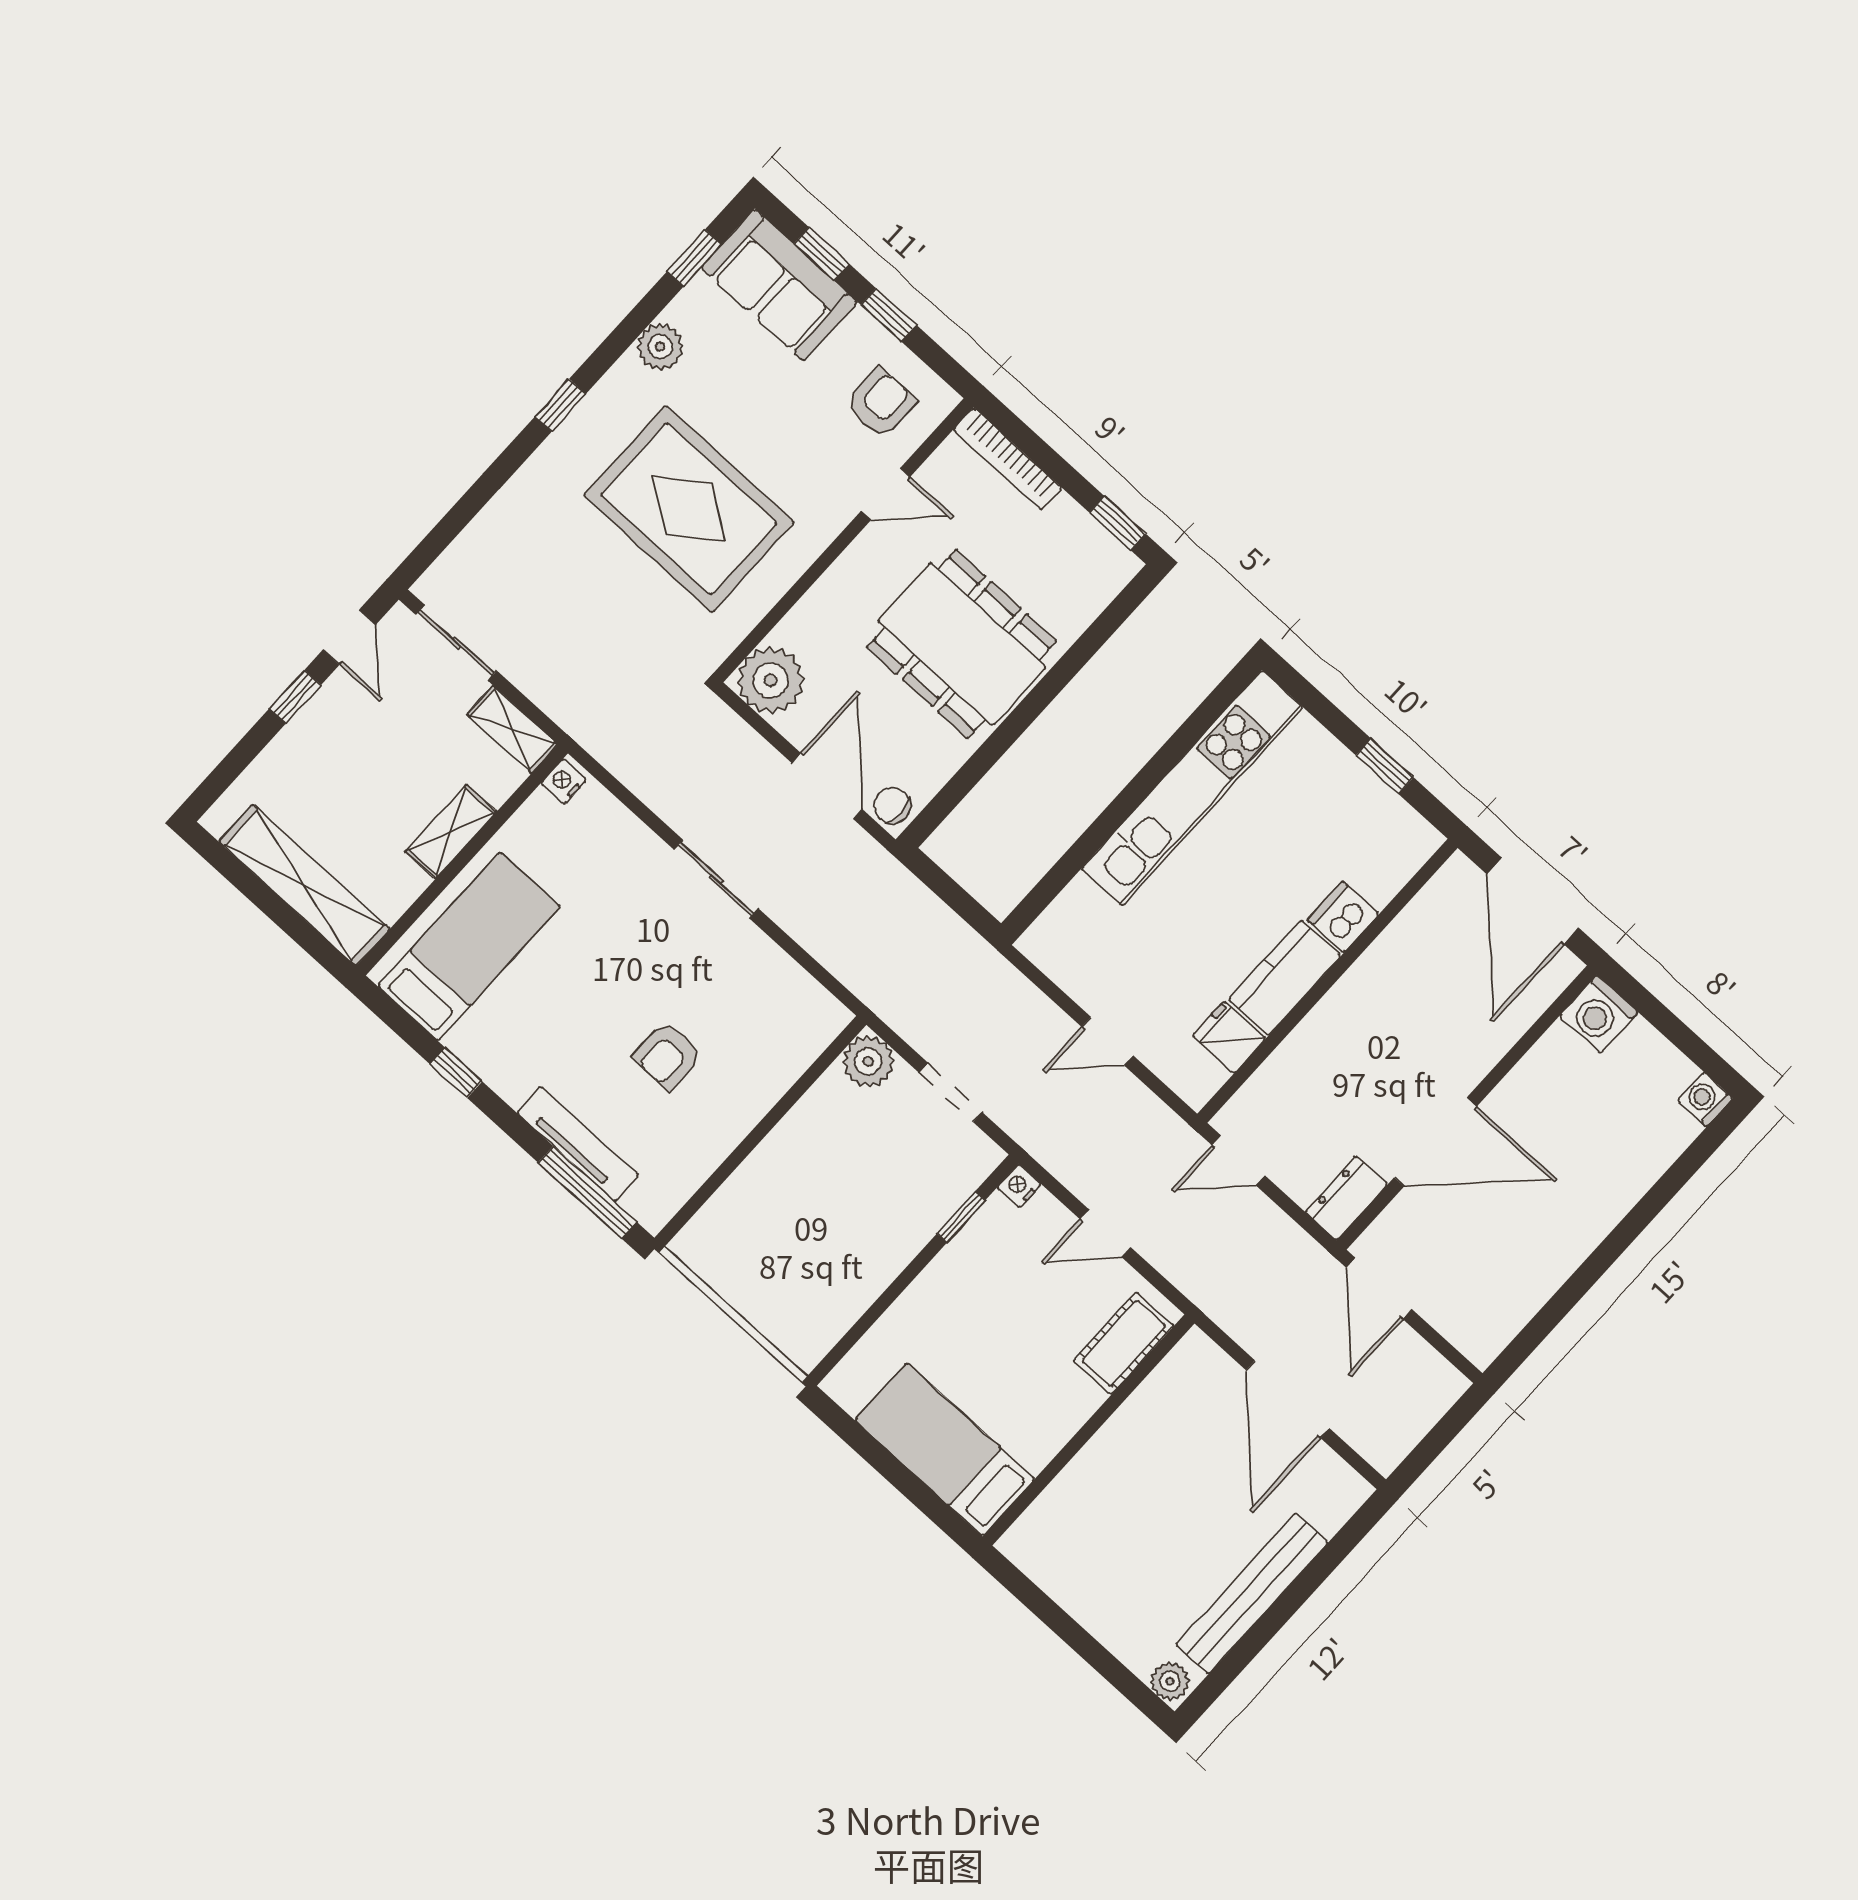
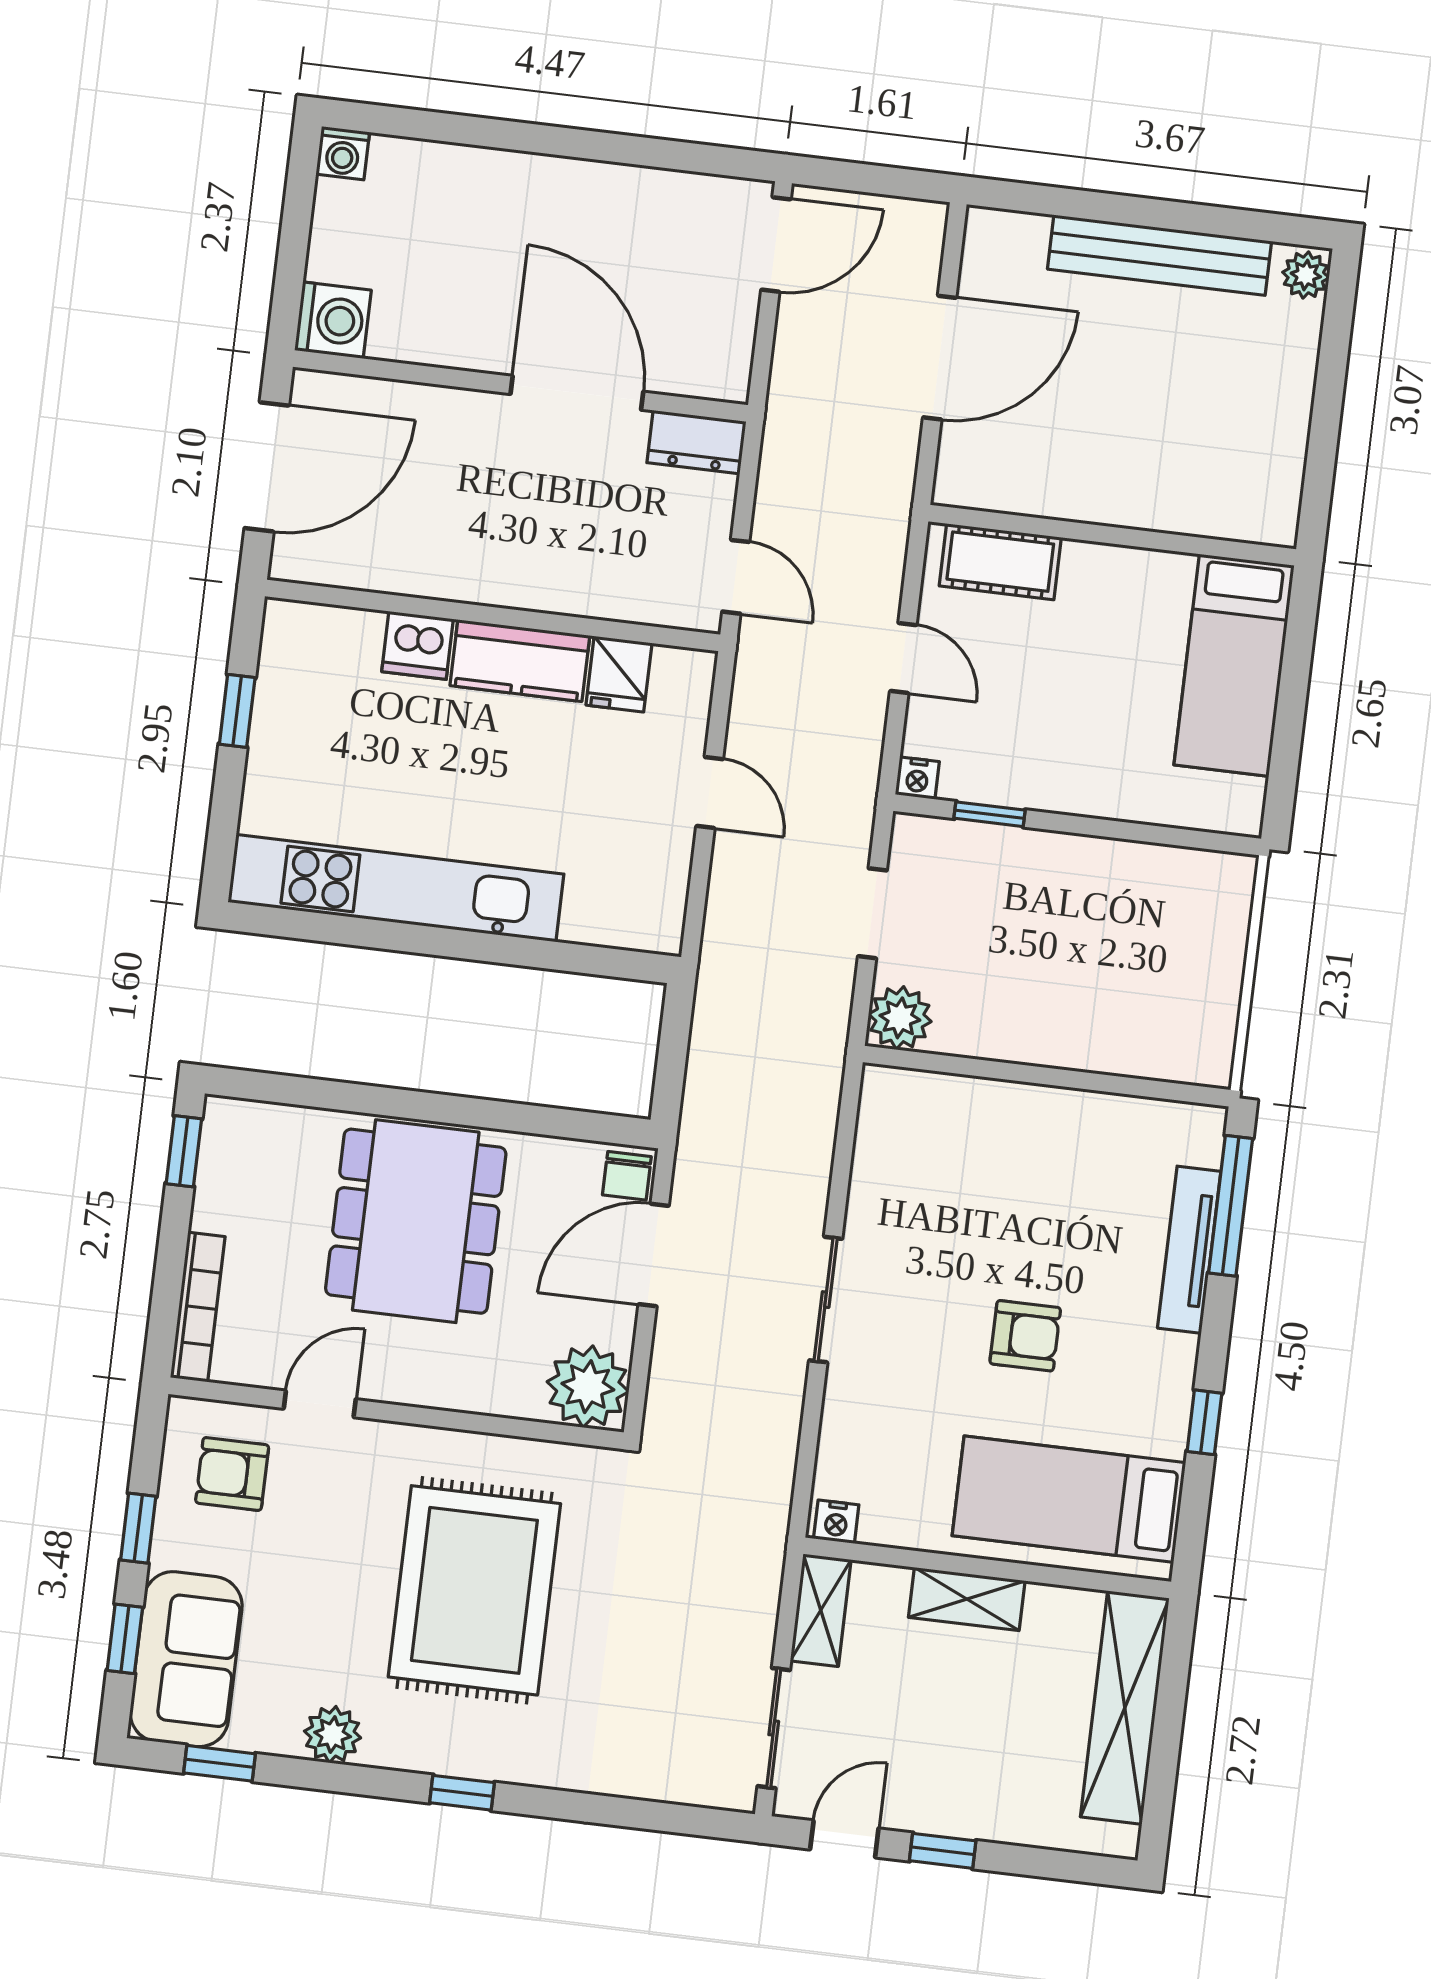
door: (886, 494) -> (320, 1404), hinge flipped
armchair: (667, 1056) -> (1025, 1336), moved
door: (1379, 1288) -> (776, 244), moved

